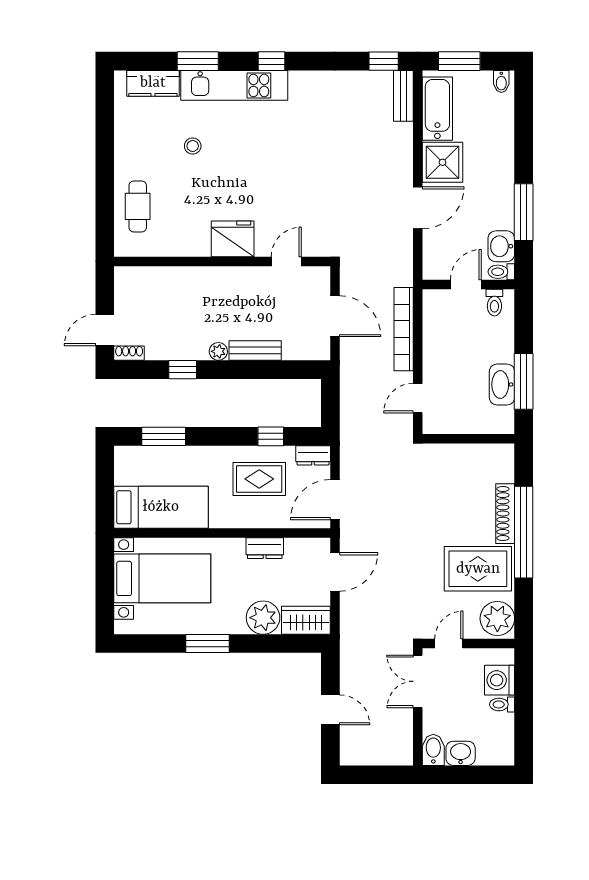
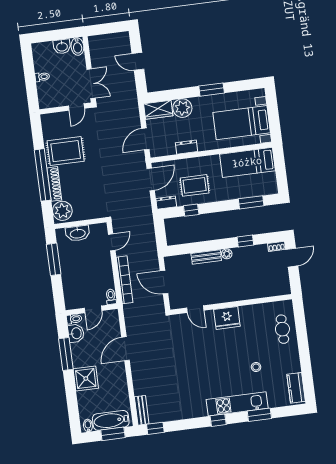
kitchen counter: (153, 83) -> (296, 388), moved, turned -90
bathtub: (437, 109) -> (111, 420), moved, turned 90
shower: (443, 162) -> (86, 378), moved
door: (286, 261) -> (195, 309), hinge flipped
toilet: (494, 303) -> (111, 297), moved
washbasin: (502, 385) -> (78, 233), moved, turned 90
plant: (497, 618) -> (62, 211), moved
washing machine: (500, 680) -> (45, 90), removed

